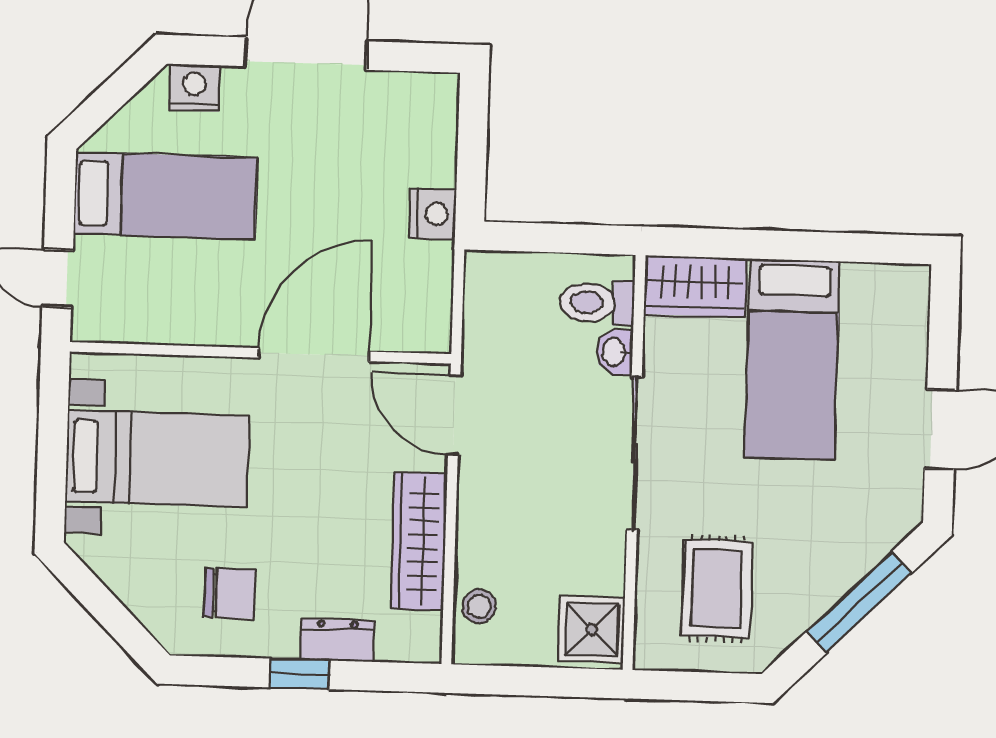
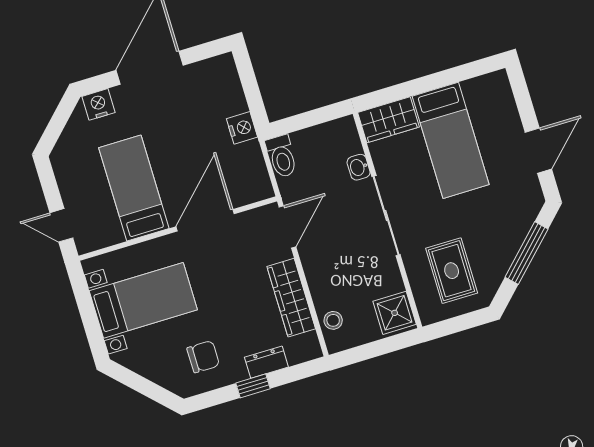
bed: (165, 196) -> (134, 188), moved, turned -90
toilet: (597, 303) -> (282, 156), moved, turned -90
door: (454, 415) -> (287, 227), swing flipped

